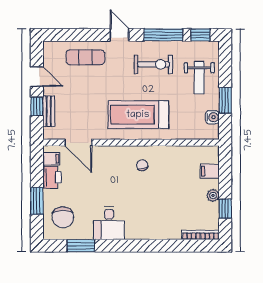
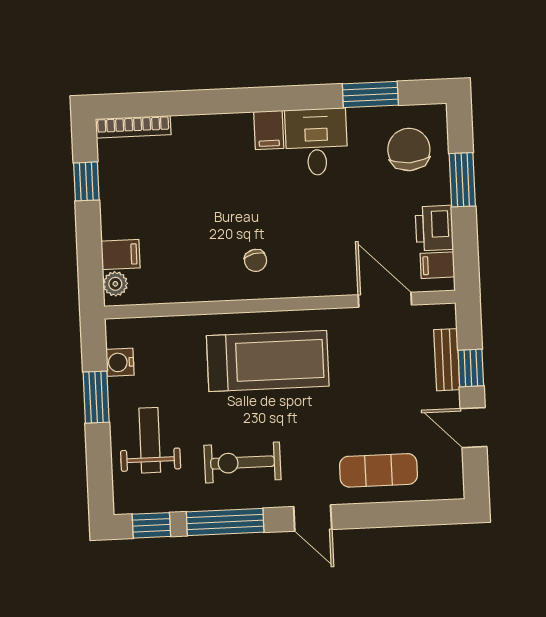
plant: (213, 195) -> (115, 284), moved
filing cabinet: (133, 230) -> (269, 130), added

